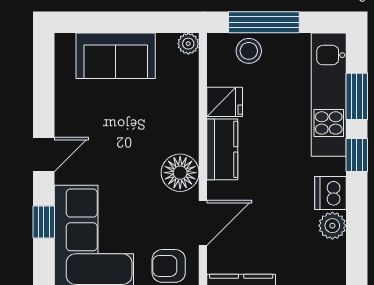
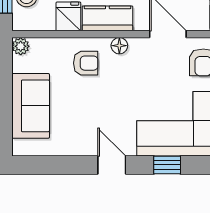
armchair: (168, 123) -> (86, 63), added
floor lamp: (180, 173) -> (119, 46), width x0.53, depth x0.53

